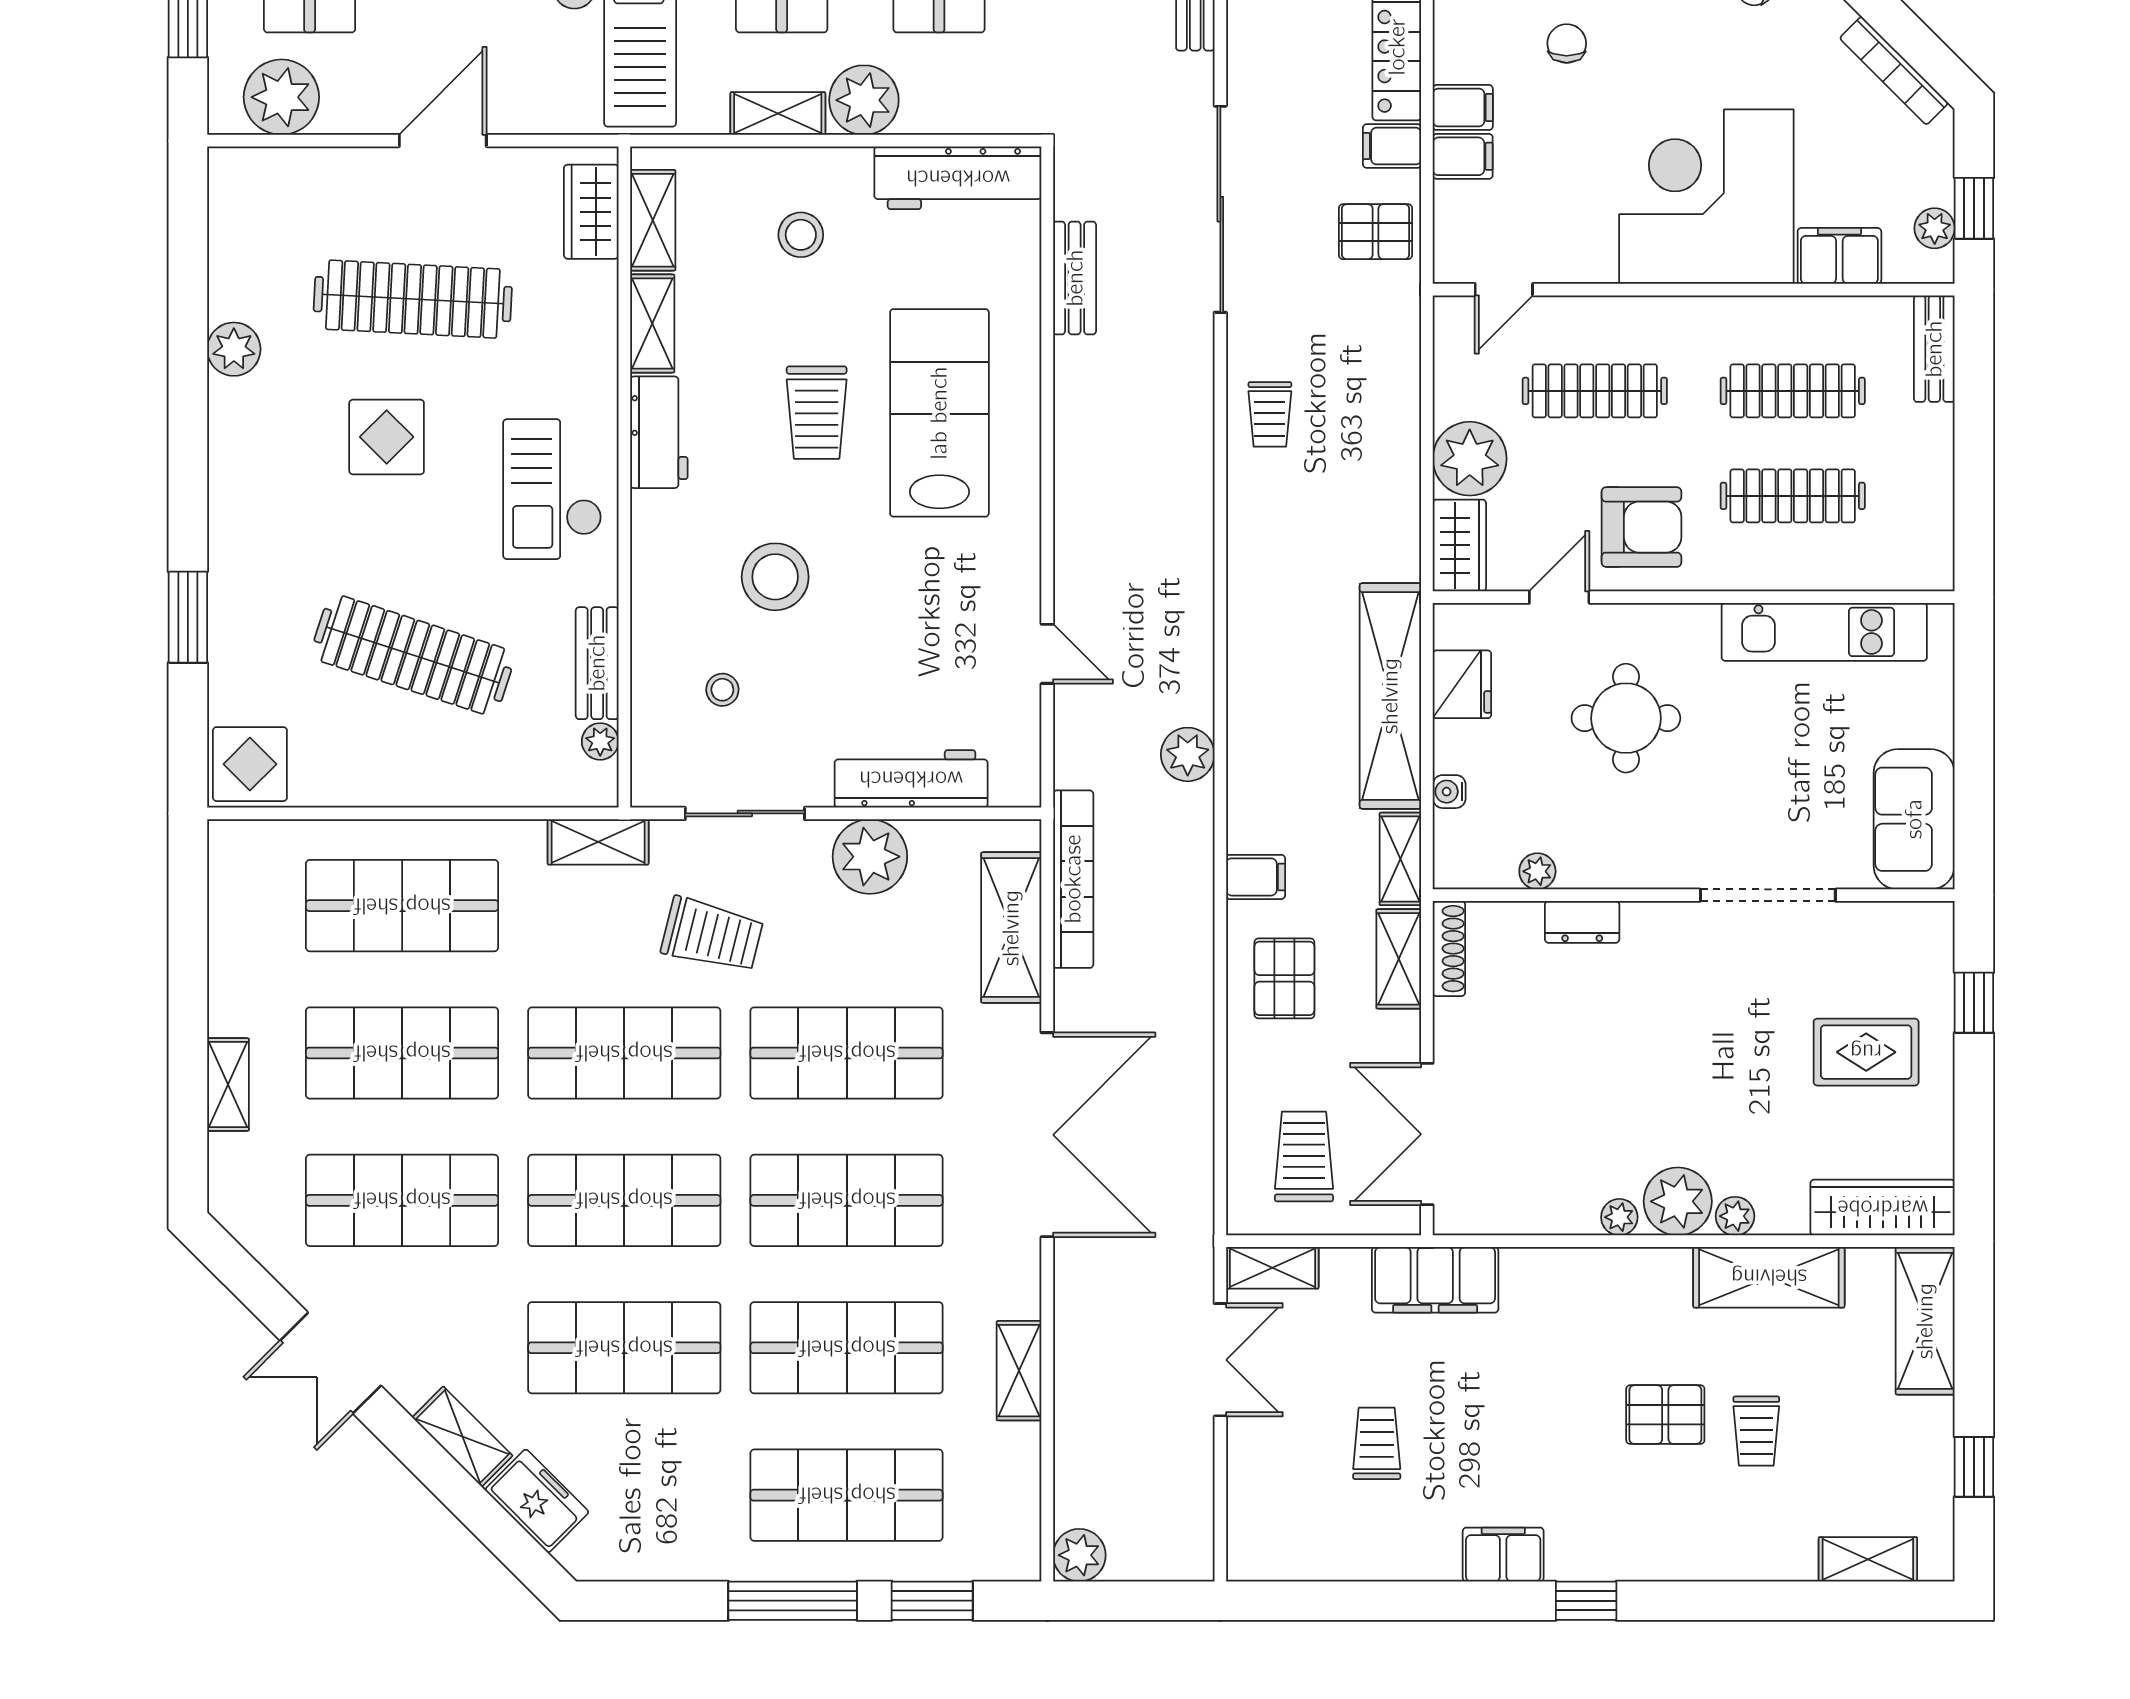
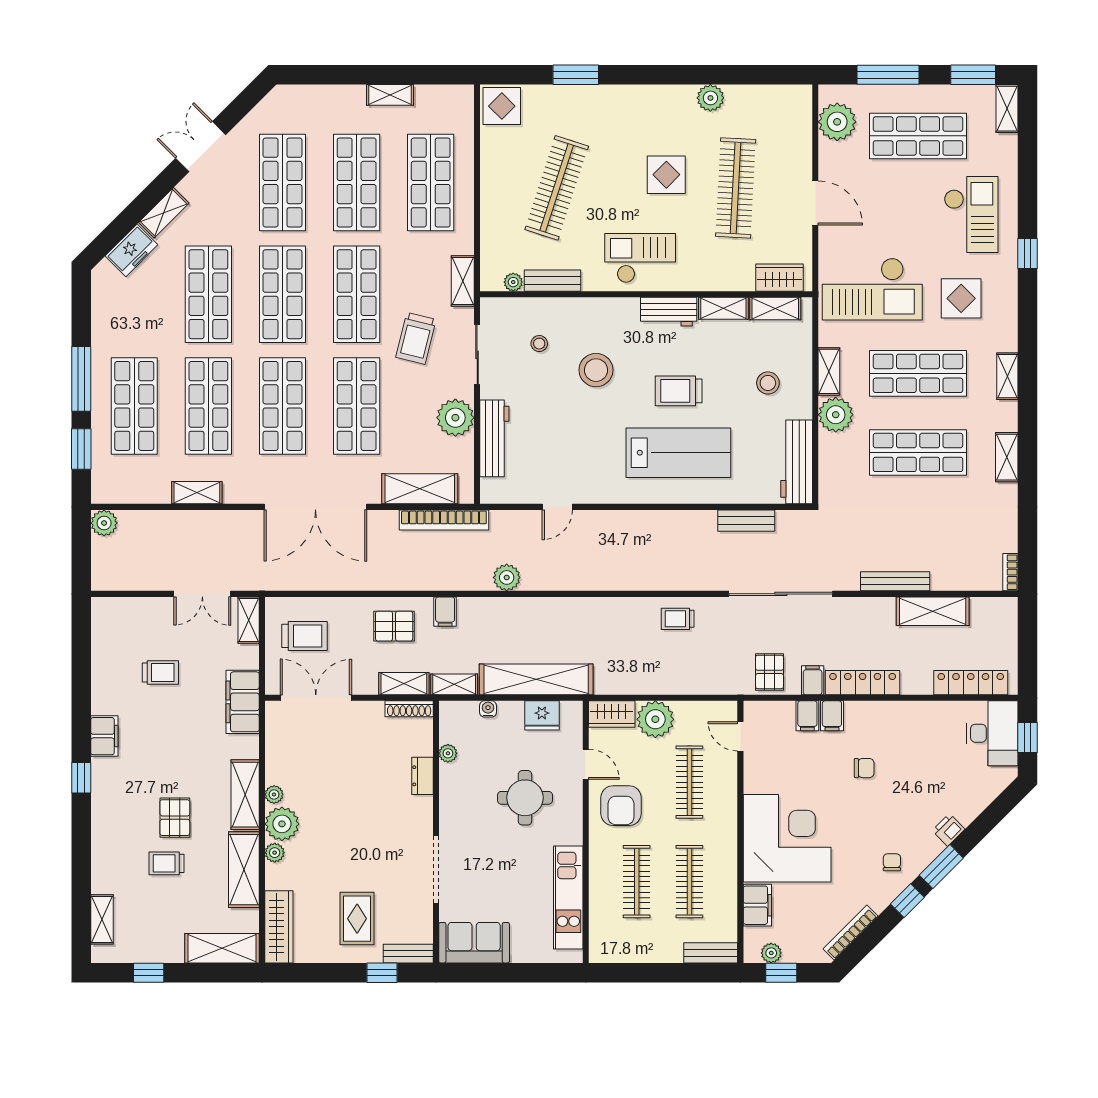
bench: (1936, 950) -> (408, 954), added
shelving: (228, 1085) -> (390, 95), moved
shelving: (1620, 1275) -> (245, 795), added

